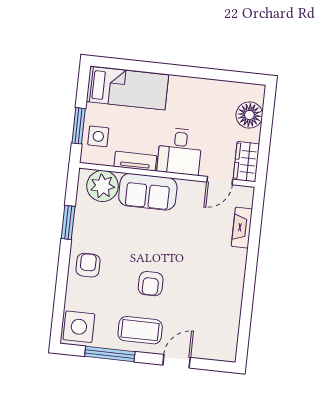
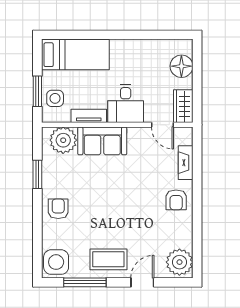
door: (220, 181) -> (162, 125), hinge flipped
armchair: (151, 284) -> (176, 200), moved
plant: (222, 342) -> (179, 262), added

